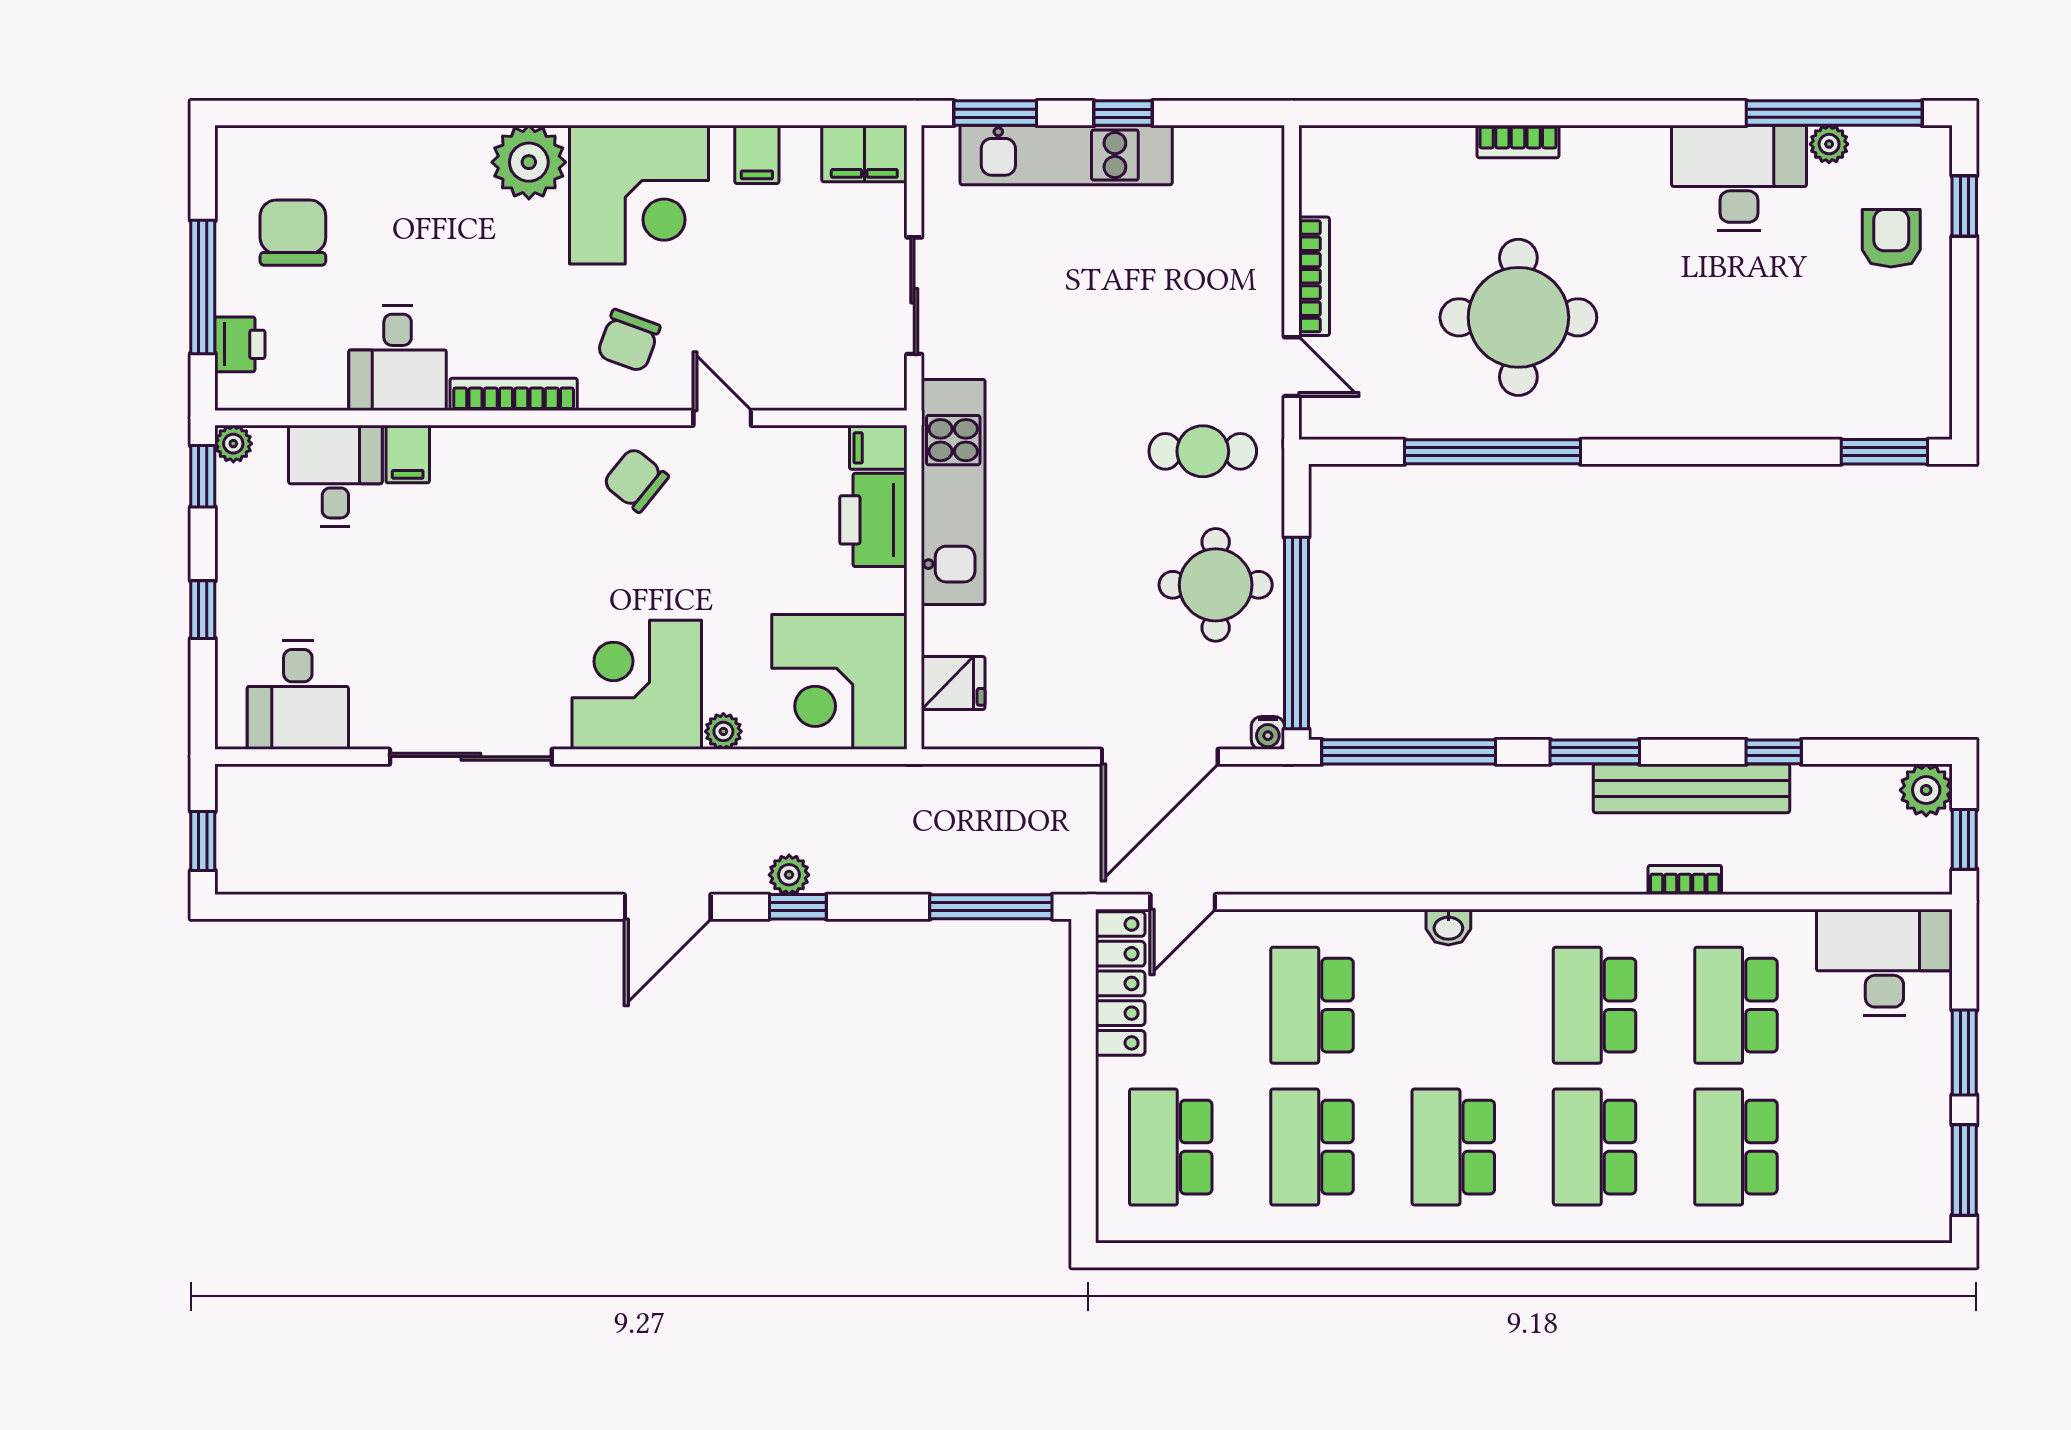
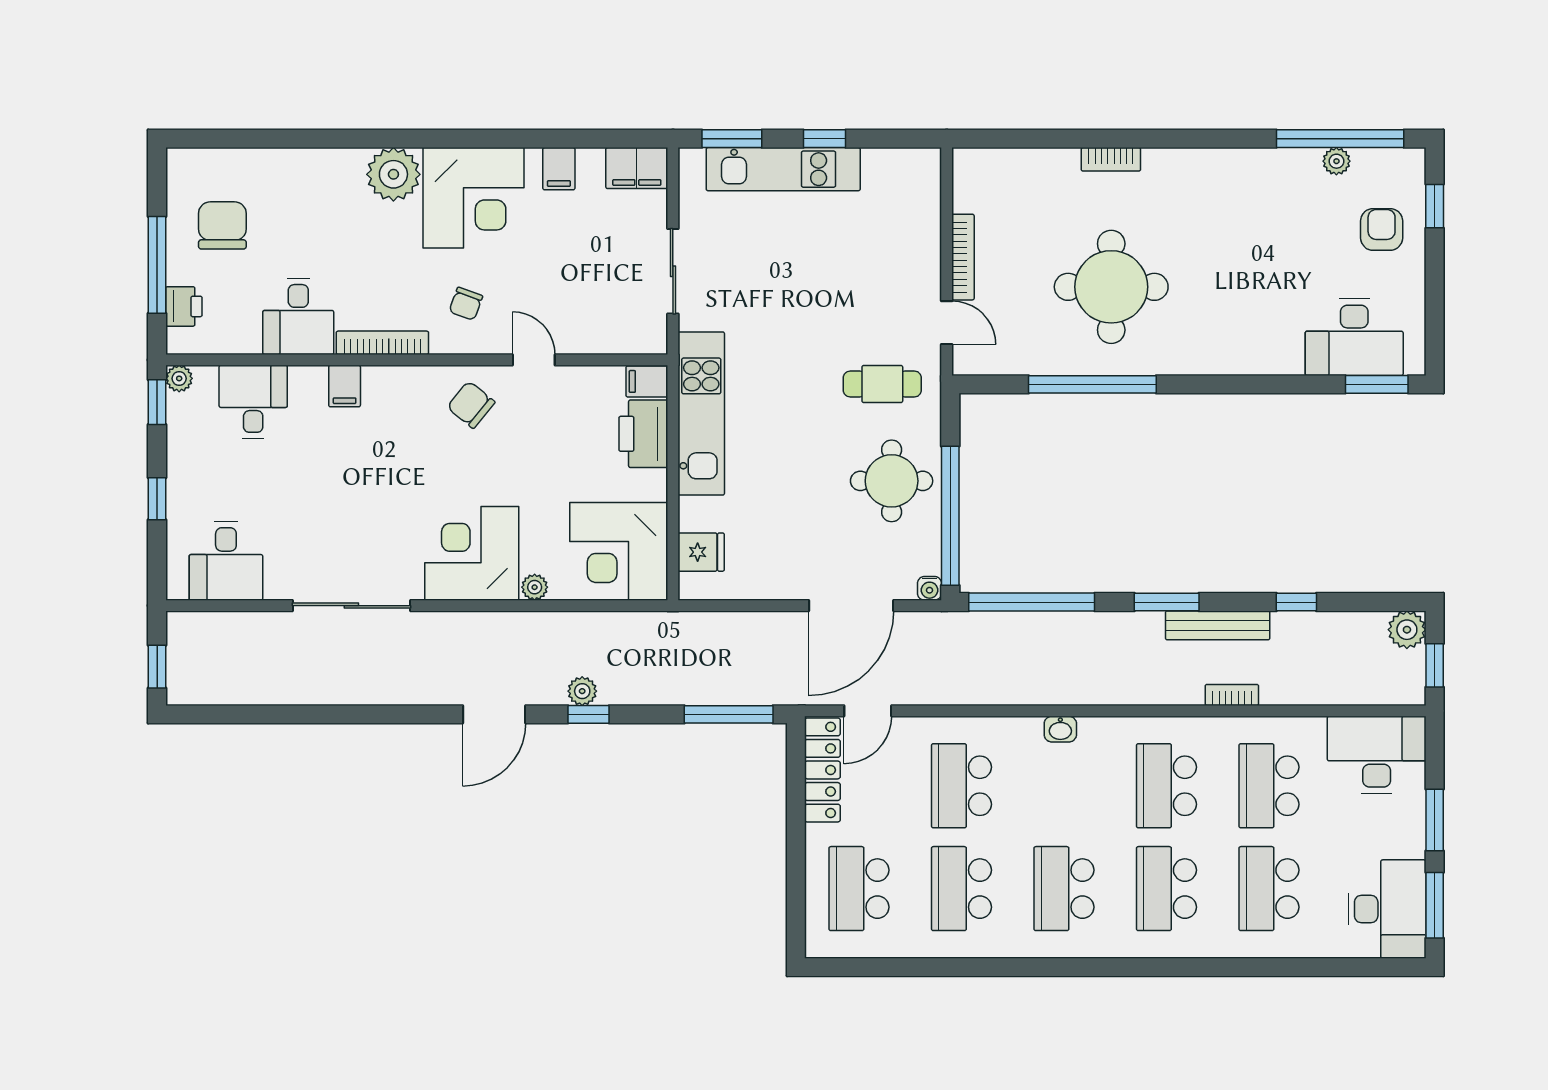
desk: (1739, 178) -> (1354, 337), moved, turned 180
chair: (629, 341) -> (466, 304), width x0.73, depth x0.73
filing cabinet: (408, 454) -> (345, 386), moved
bench: (1691, 788) -> (1218, 625), width x0.73, depth x0.82
desk: (1899, 1175) -> (1387, 909), added

